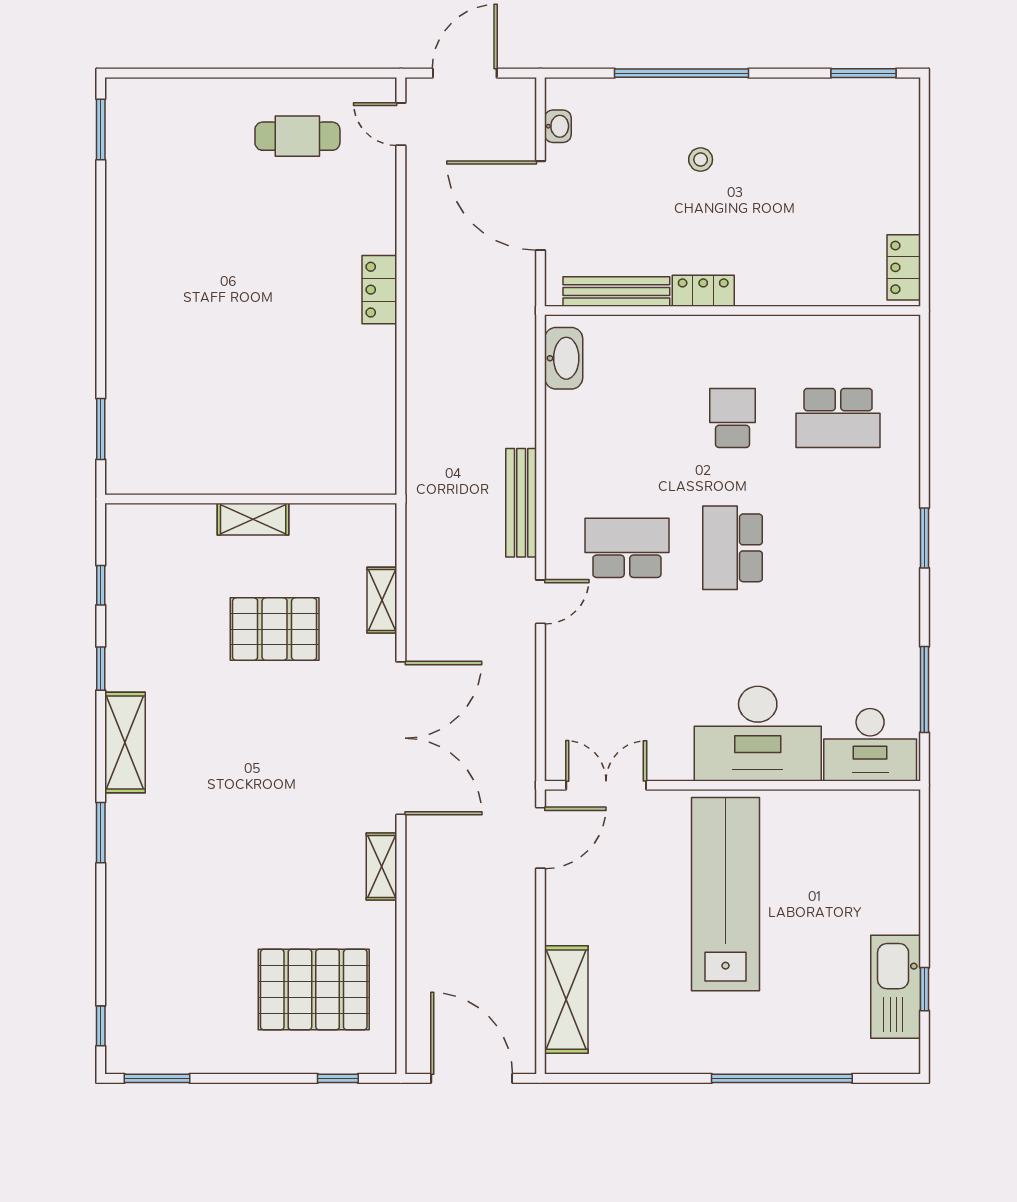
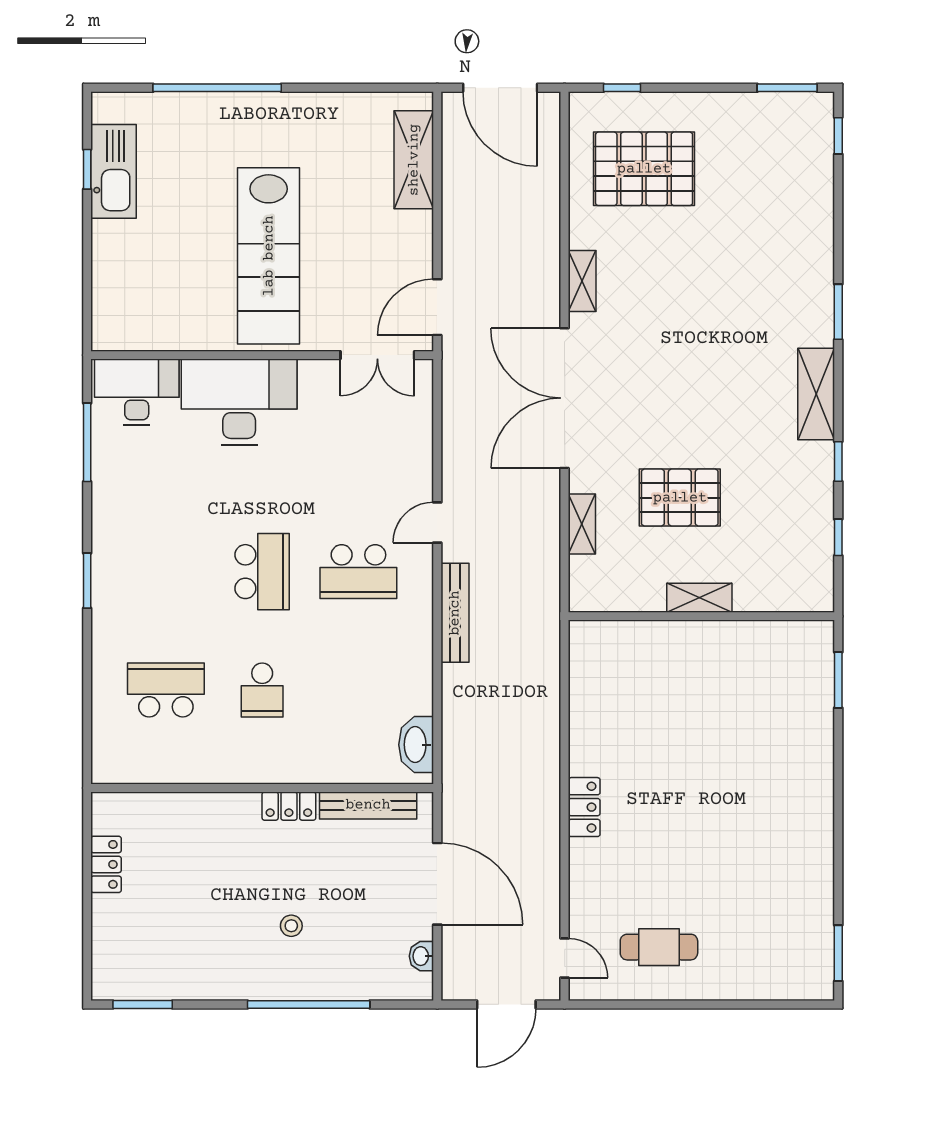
locker: (904, 267) -> (106, 864), moved

